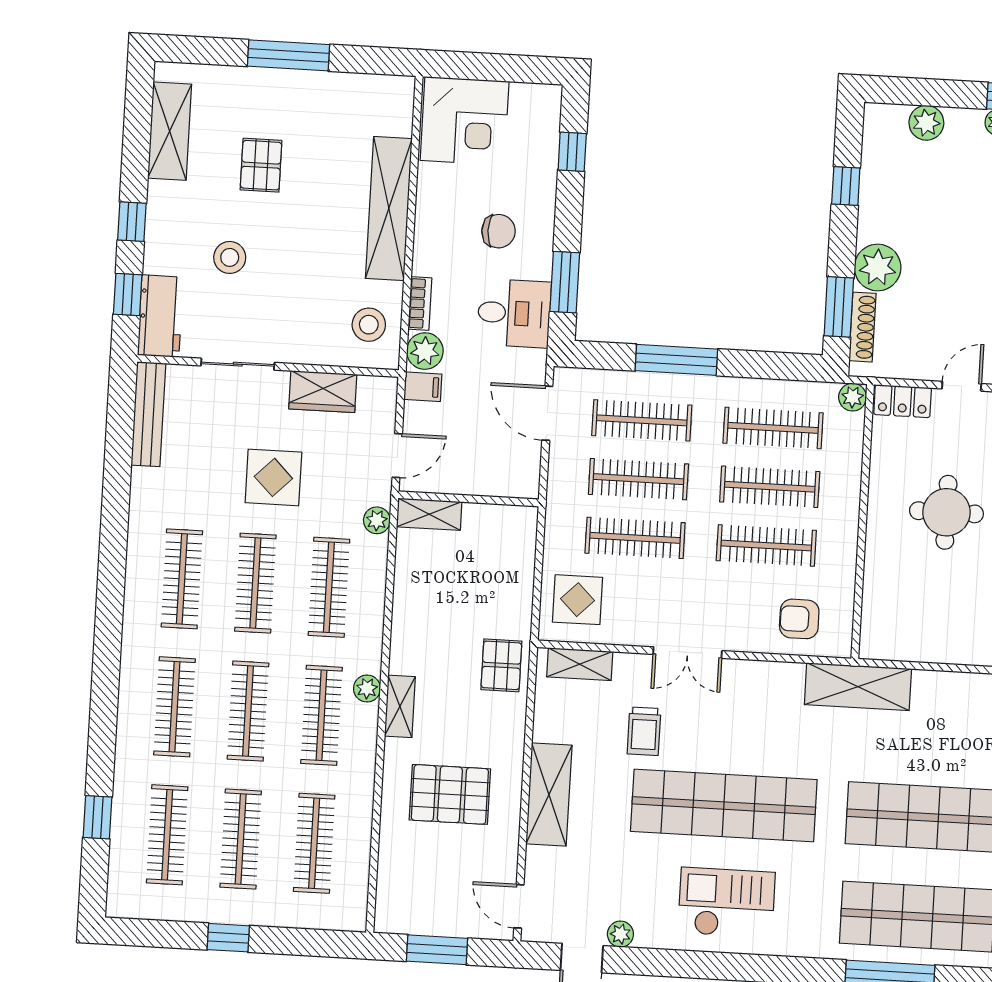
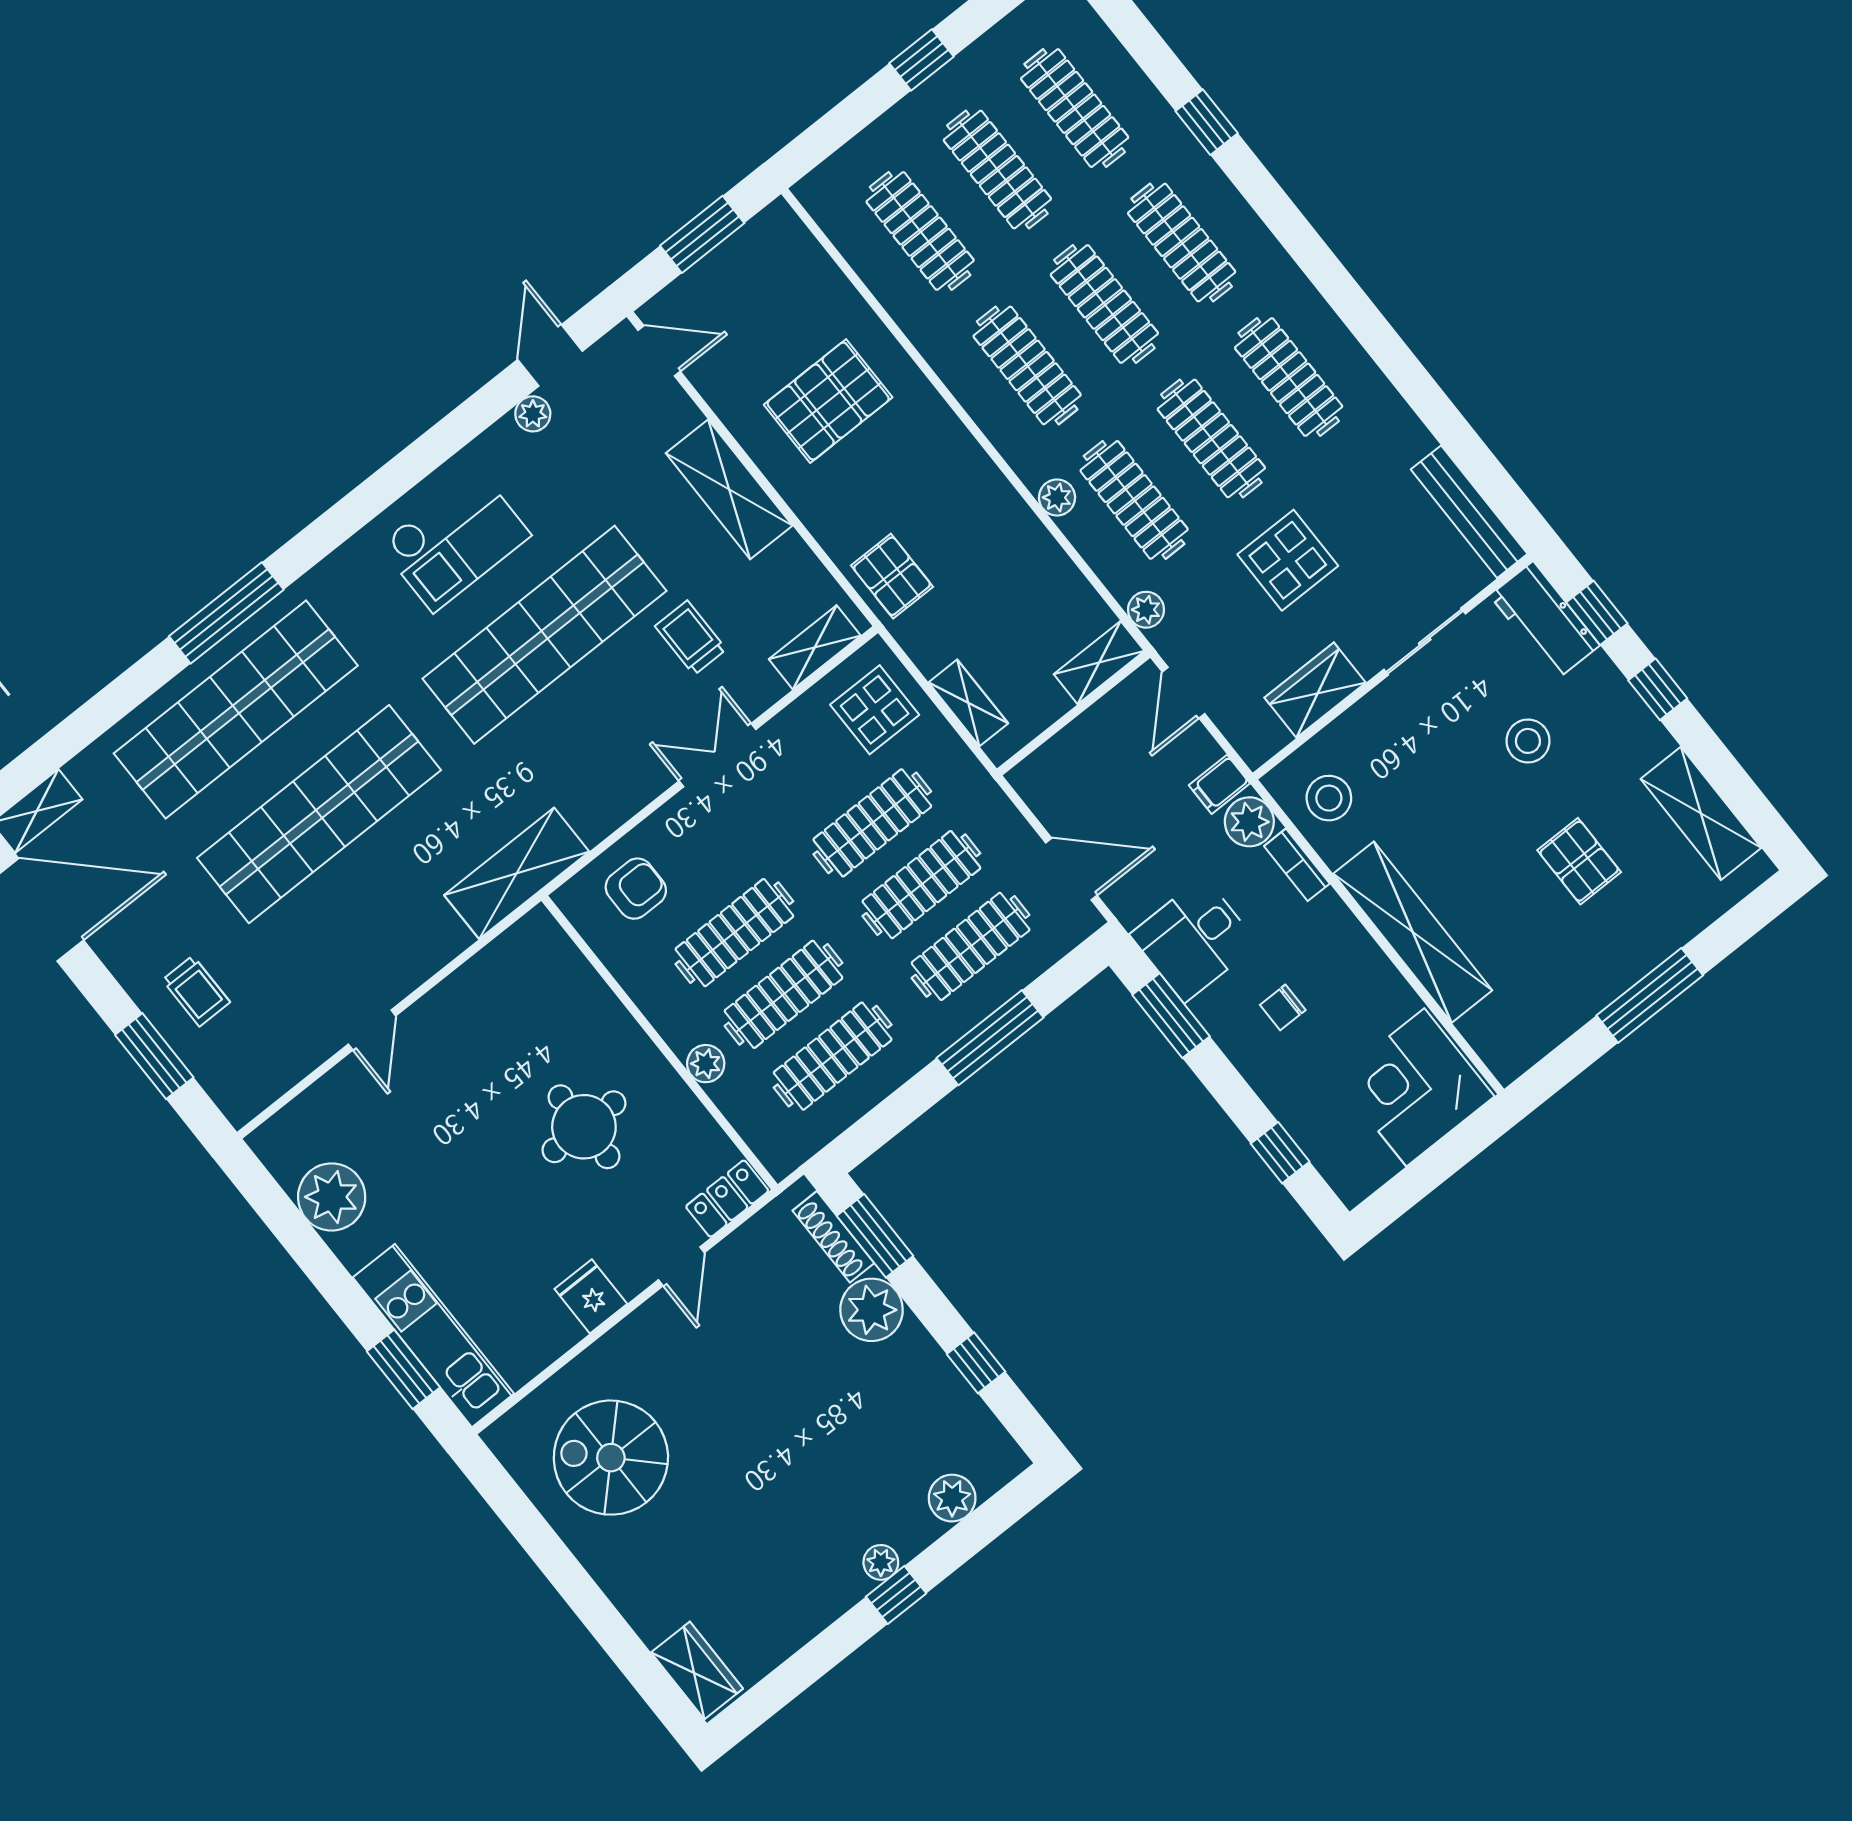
chair: (498, 231) -> (1283, 1007), width x0.73, depth x0.73
plant: (853, 397) -> (706, 1064), moved
plant: (367, 688) -> (1057, 497), moved
shelving: (400, 706) -> (968, 703), moved
window: (98, 817) -> (1207, 122), moved

